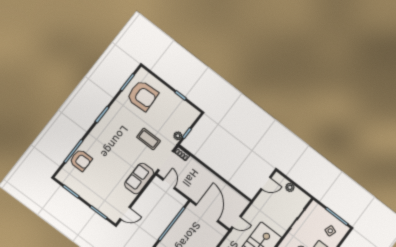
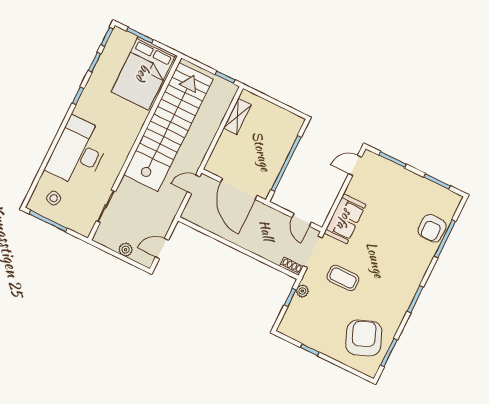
armchair: (143, 96) -> (364, 338), turned 72
armchair: (81, 160) -> (432, 228), turned -90

